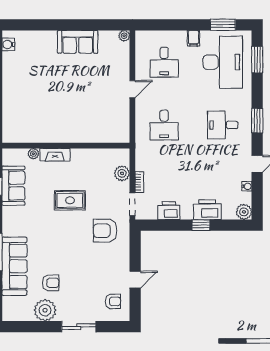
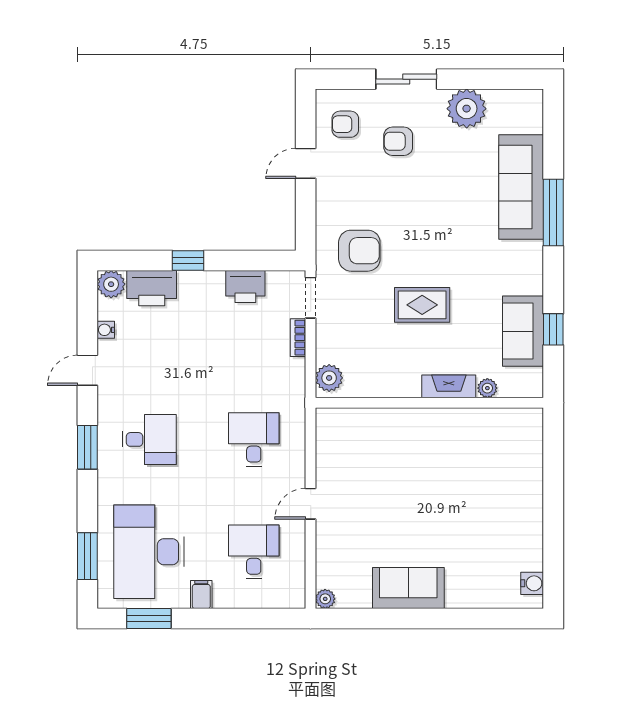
plant: (122, 173) -> (329, 378), moved
printer: (207, 210) -> (152, 288), moved
armchair: (51, 283) -> (398, 141), moved

